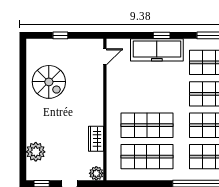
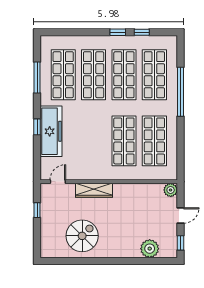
window: (60, 35) -> (37, 210), moved
door: (105, 57) -> (58, 182), hinge flipped
wardrobe: (96, 139) -> (94, 190), moved, width x1.50

